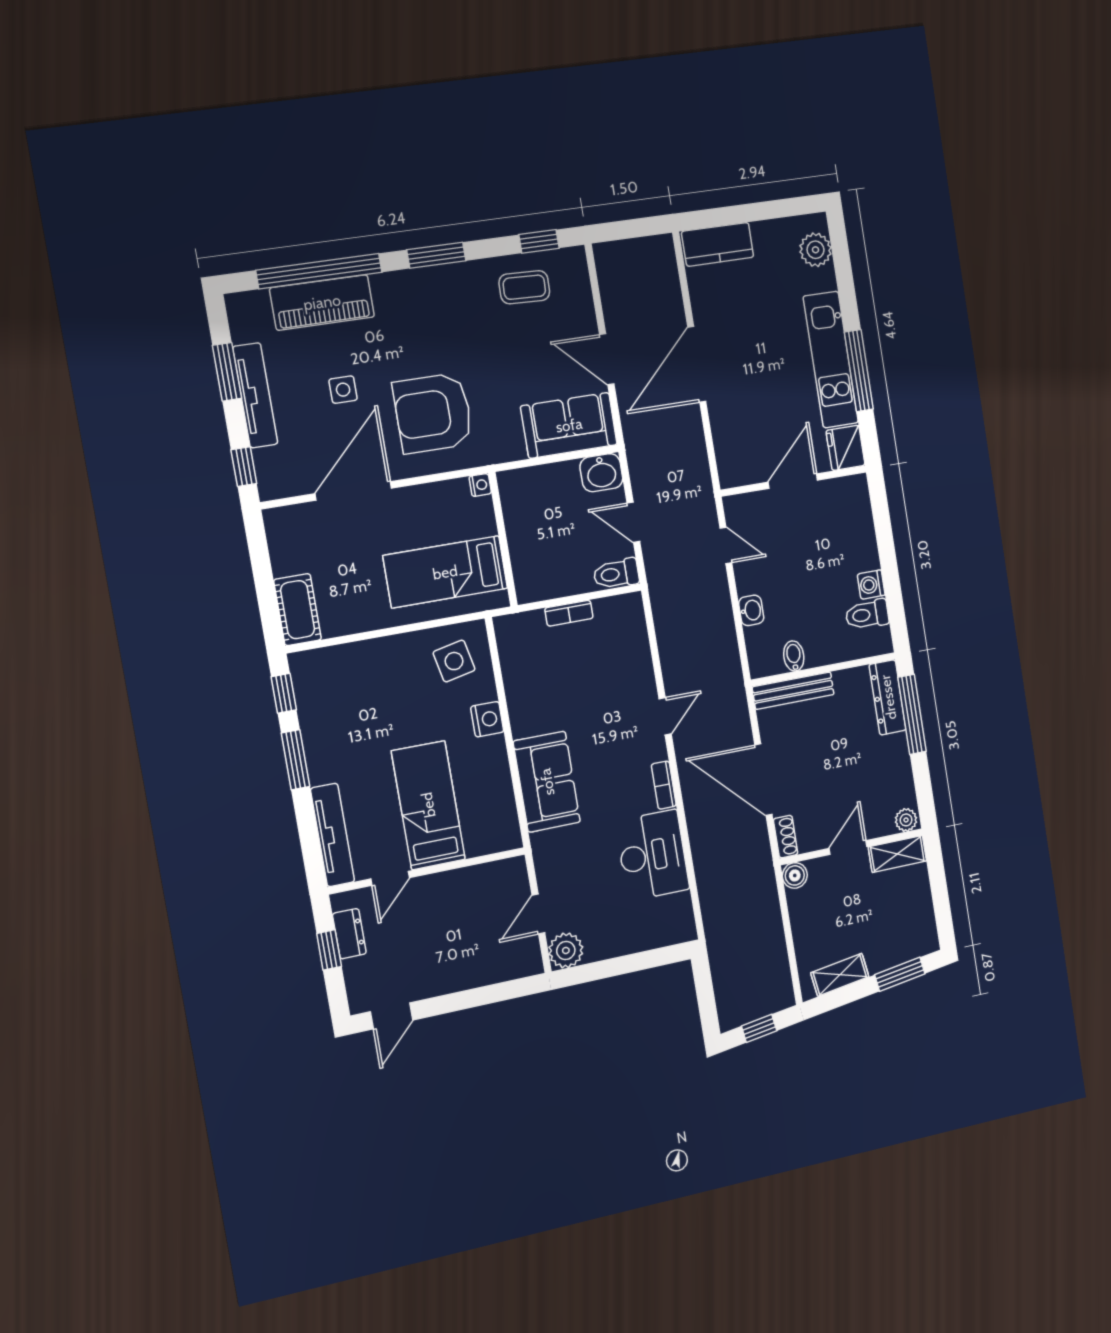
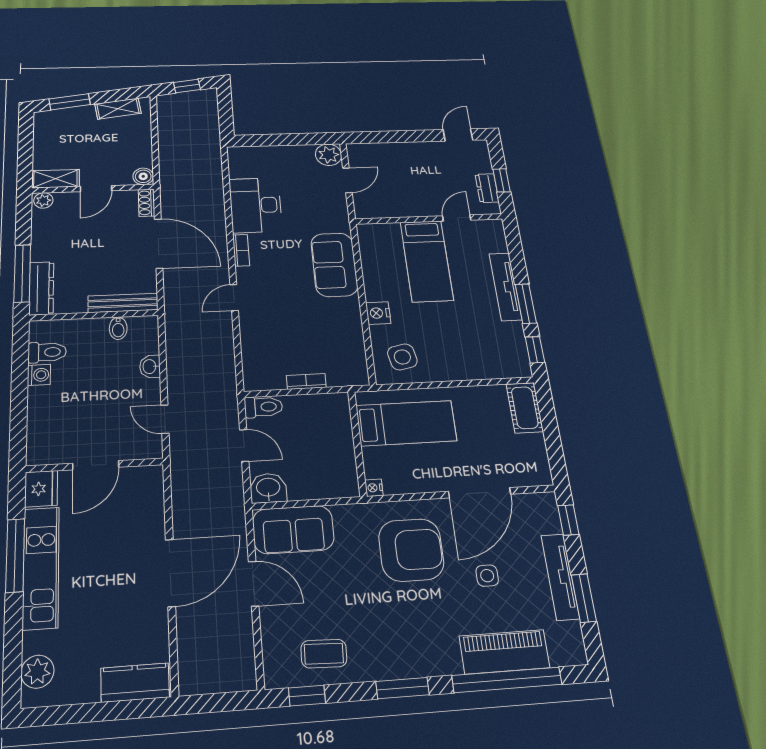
tv unit: (332, 835) -> (505, 287), moved

